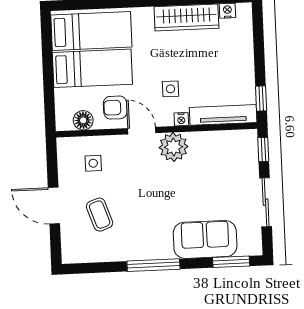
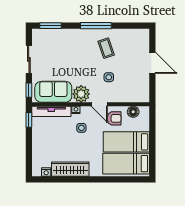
side table: (93, 163) -> (109, 77), moved
coffee table: (100, 215) -> (106, 48), moved
sofa: (205, 239) -> (53, 92), moved, turned 180

